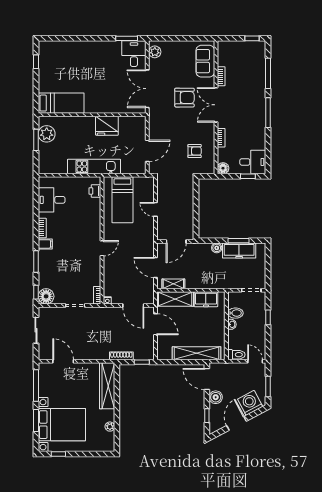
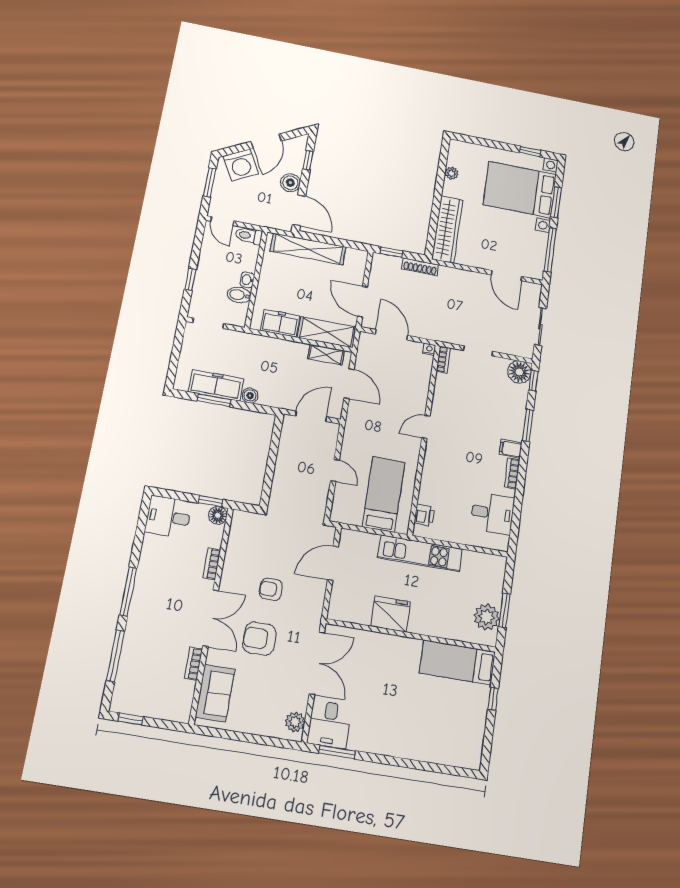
window: (36, 62) -> (493, 699), moved
armchair: (195, 151) -> (271, 589), moved
window: (248, 176) -> (211, 501), moved

